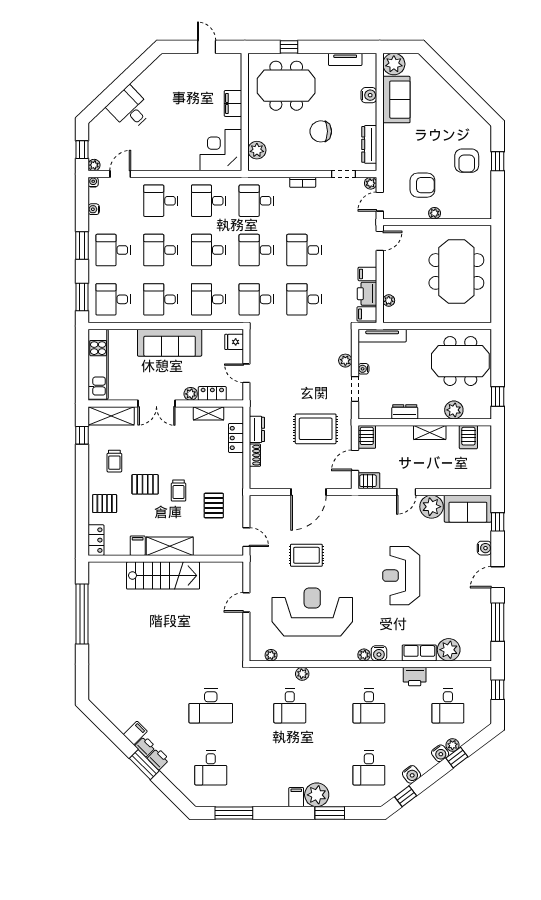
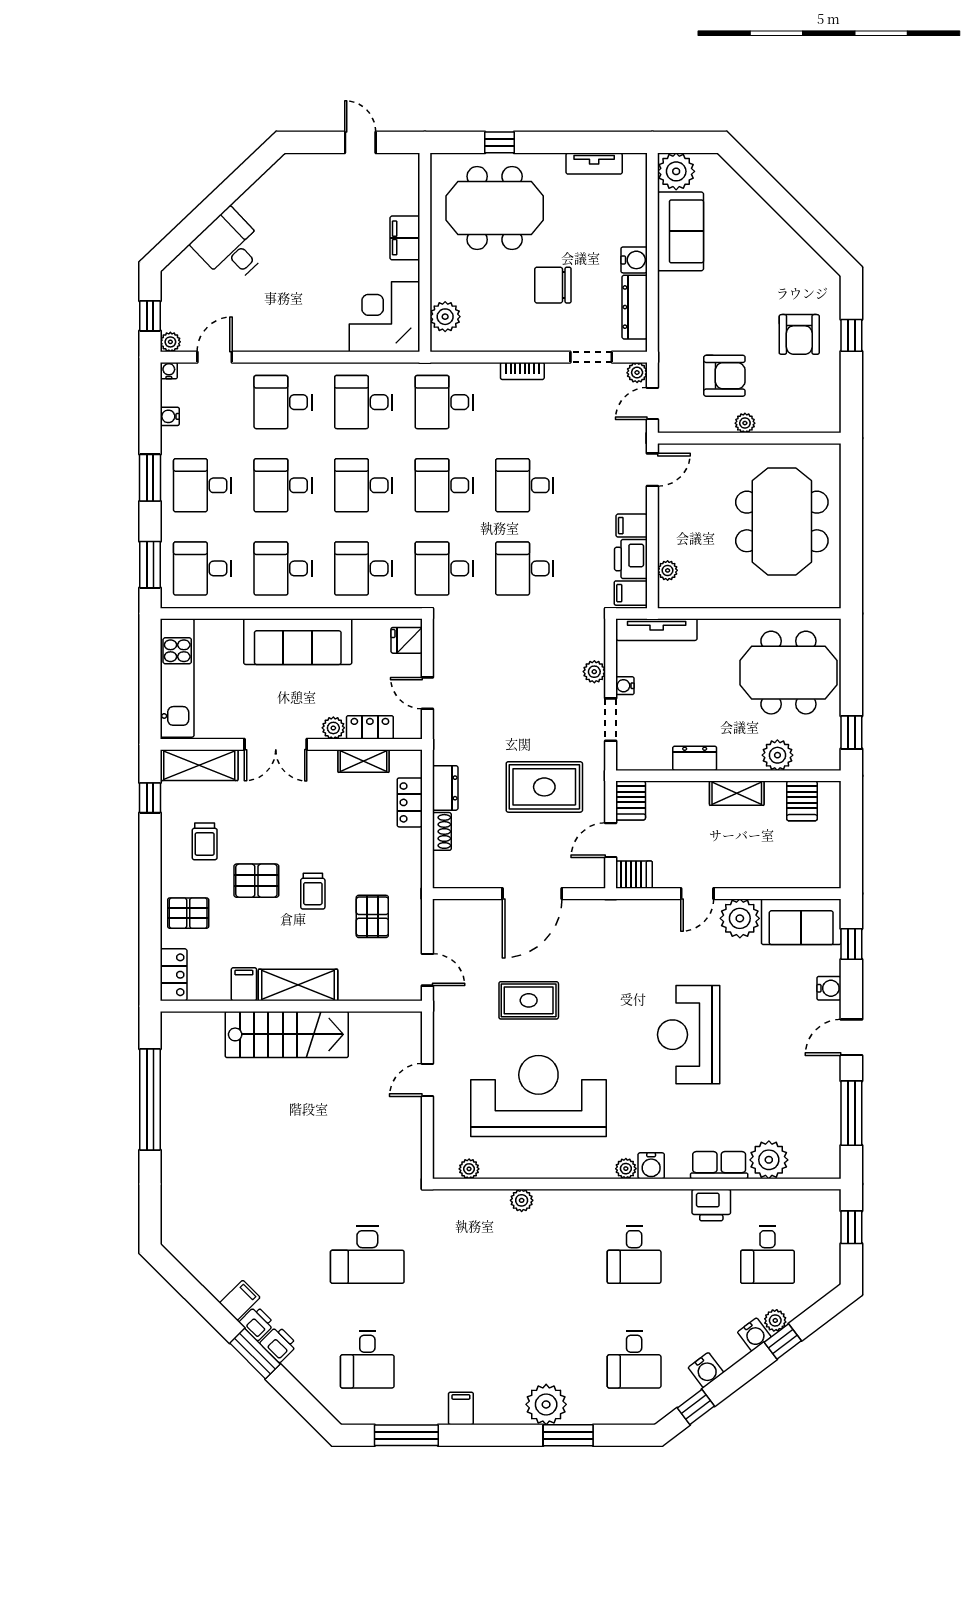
water cooler: (369, 95) -> (634, 260), moved
desk: (290, 706) -> (501, 1255), removed
filing cabinet: (296, 797) -> (461, 1408), moved

